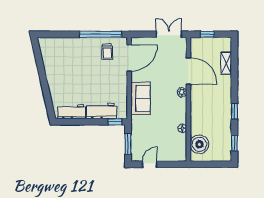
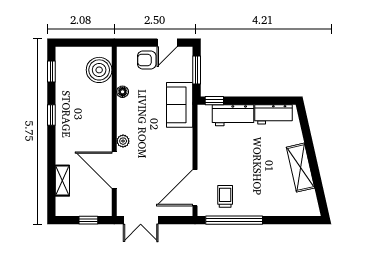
shelving: (52, 73) -> (301, 168), added
sofa: (141, 98) -> (180, 105), moved
armchair: (165, 152) -> (147, 60), added

